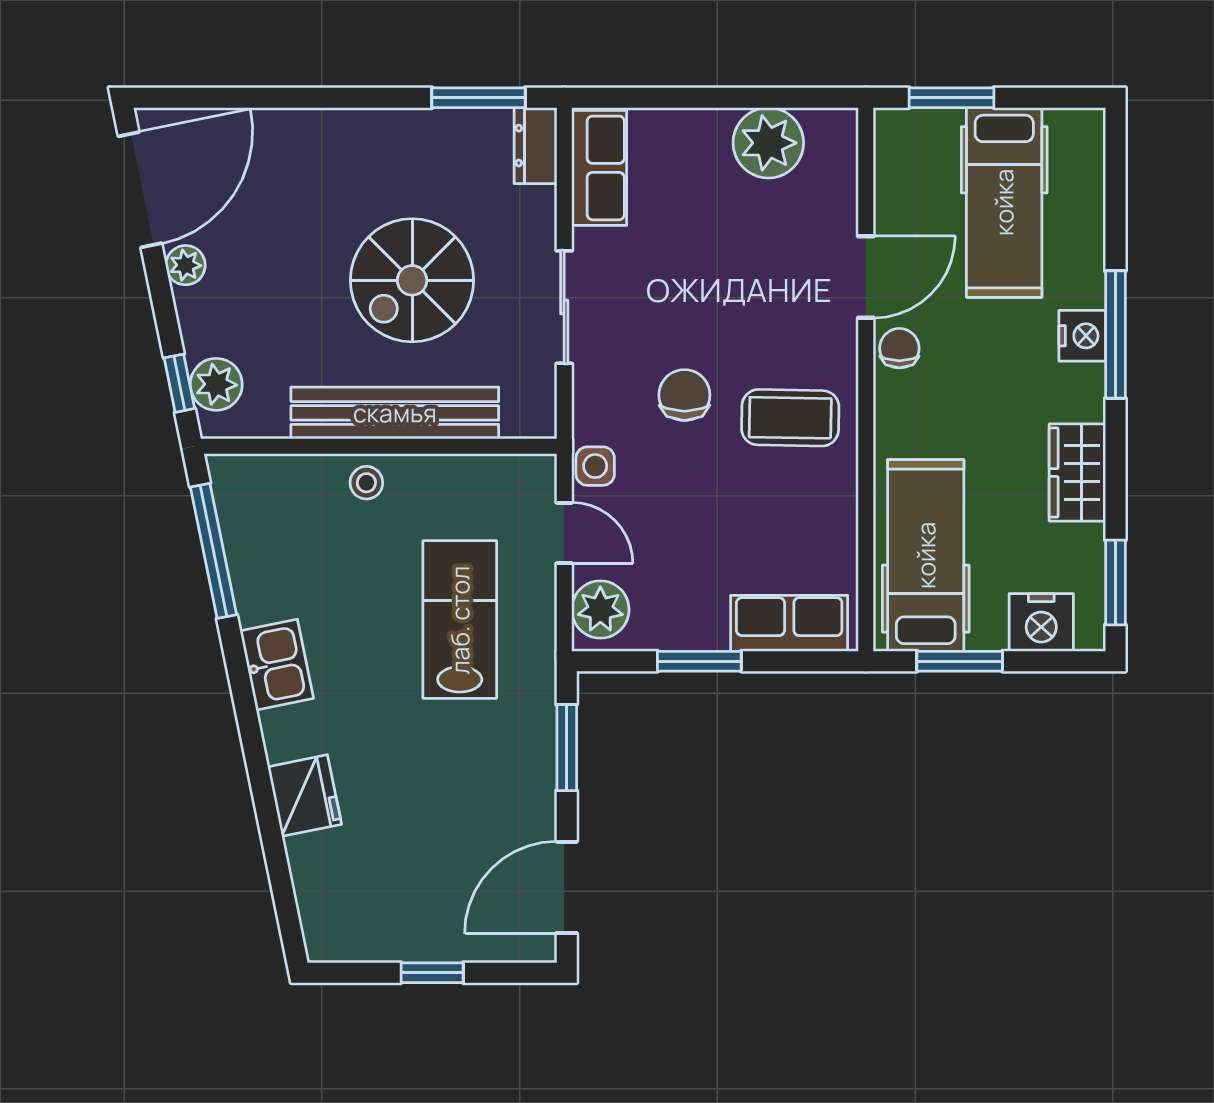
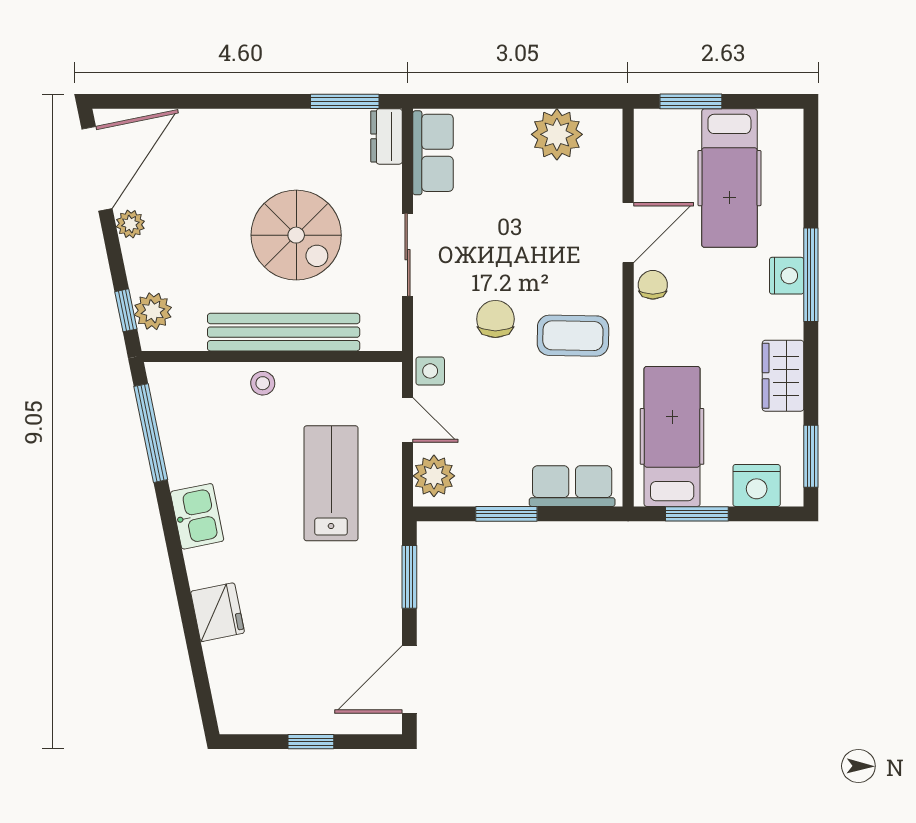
spiral stairs: (412, 280) -> (296, 235), turned -90

